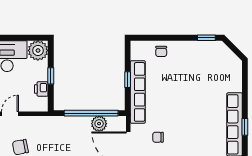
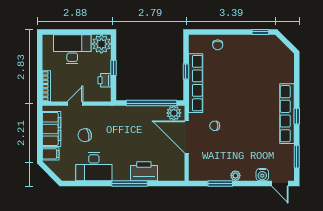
plant: (99, 124) -> (174, 113), moved

